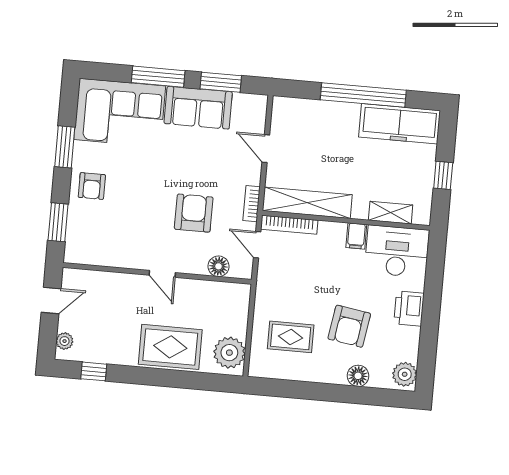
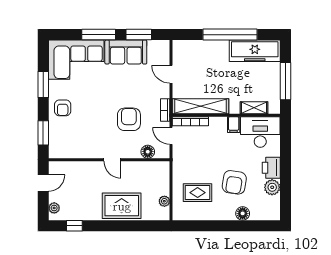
window: (443, 175) -> (285, 81), width x2.17
plant: (229, 353) -> (164, 201), width x0.53, depth x0.53
plant: (405, 374) -> (272, 187), moved

